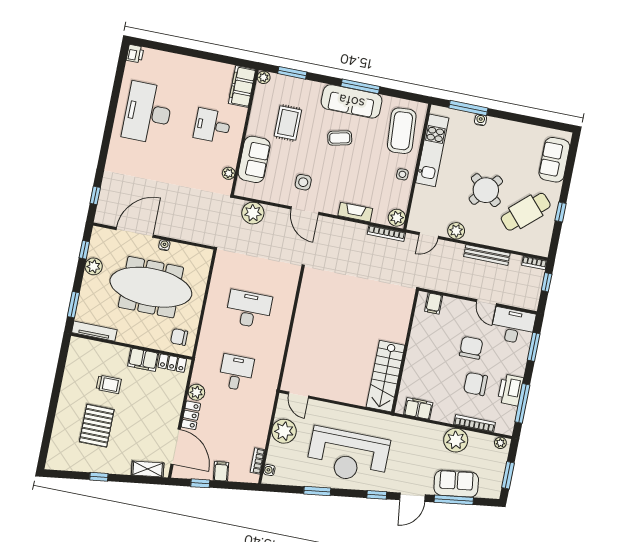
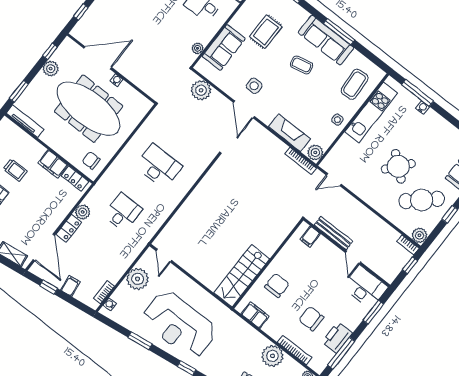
coffee table: (402, 131) -> (355, 84), width x0.73, depth x0.76
fireplace: (355, 212) -> (289, 133), width x1.37, depth x1.32
plant: (456, 231) -> (419, 235), moved
bench: (487, 255) -> (333, 233), moved
chair: (471, 348) -> (277, 285), moved

